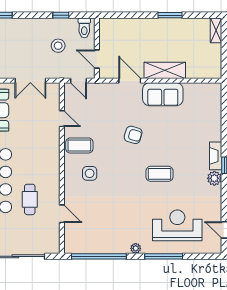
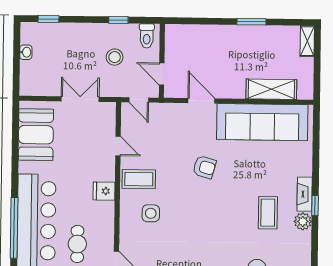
shelving: (165, 70) -> (271, 89), moved
double door: (30, 81) -> (80, 99), swing flipped
sofa: (163, 94) -> (262, 122), width x1.85, depth x1.27
fridge: (51, 156) -> (104, 191), added
coffee table: (160, 174) -> (268, 213), moved, turned 90

